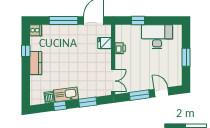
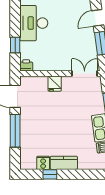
cooker: (36, 30) -> (43, 163), moved
fridge: (104, 43) -> (55, 84), moved
printer: (120, 48) -> (26, 65), moved

